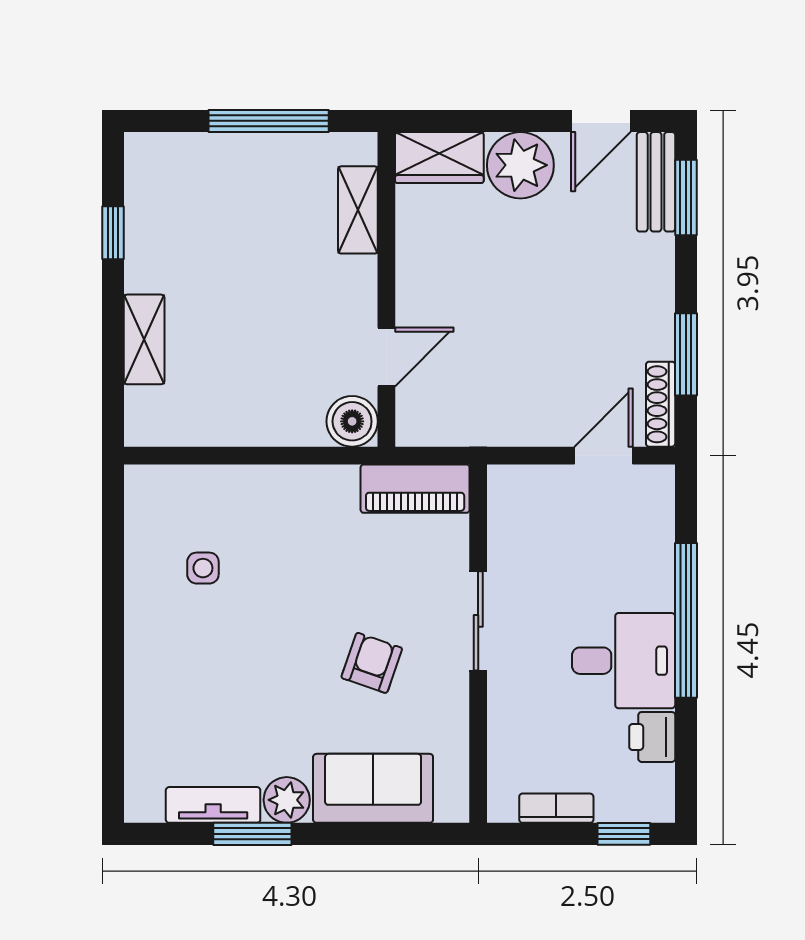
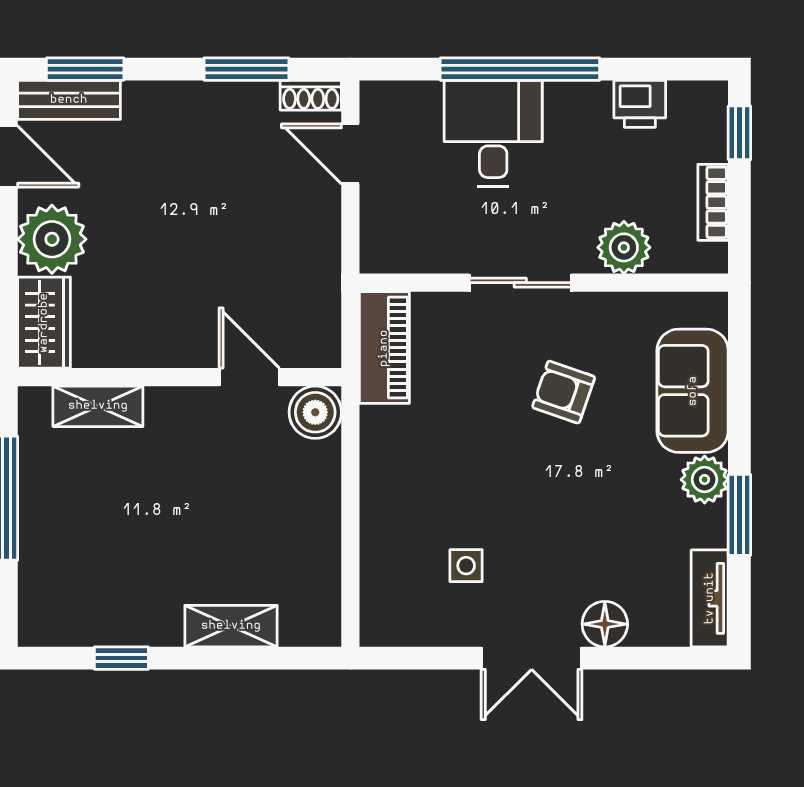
shoe rack: (661, 404) -> (311, 95), width x0.70
double door: (113, 632) -> (532, 658), added
desk: (624, 661) -> (493, 133), moved
floor lamp: (146, 703) -> (605, 624), added
plant: (512, 721) -> (624, 247), added
tv unit: (213, 805) -> (710, 598), moved

